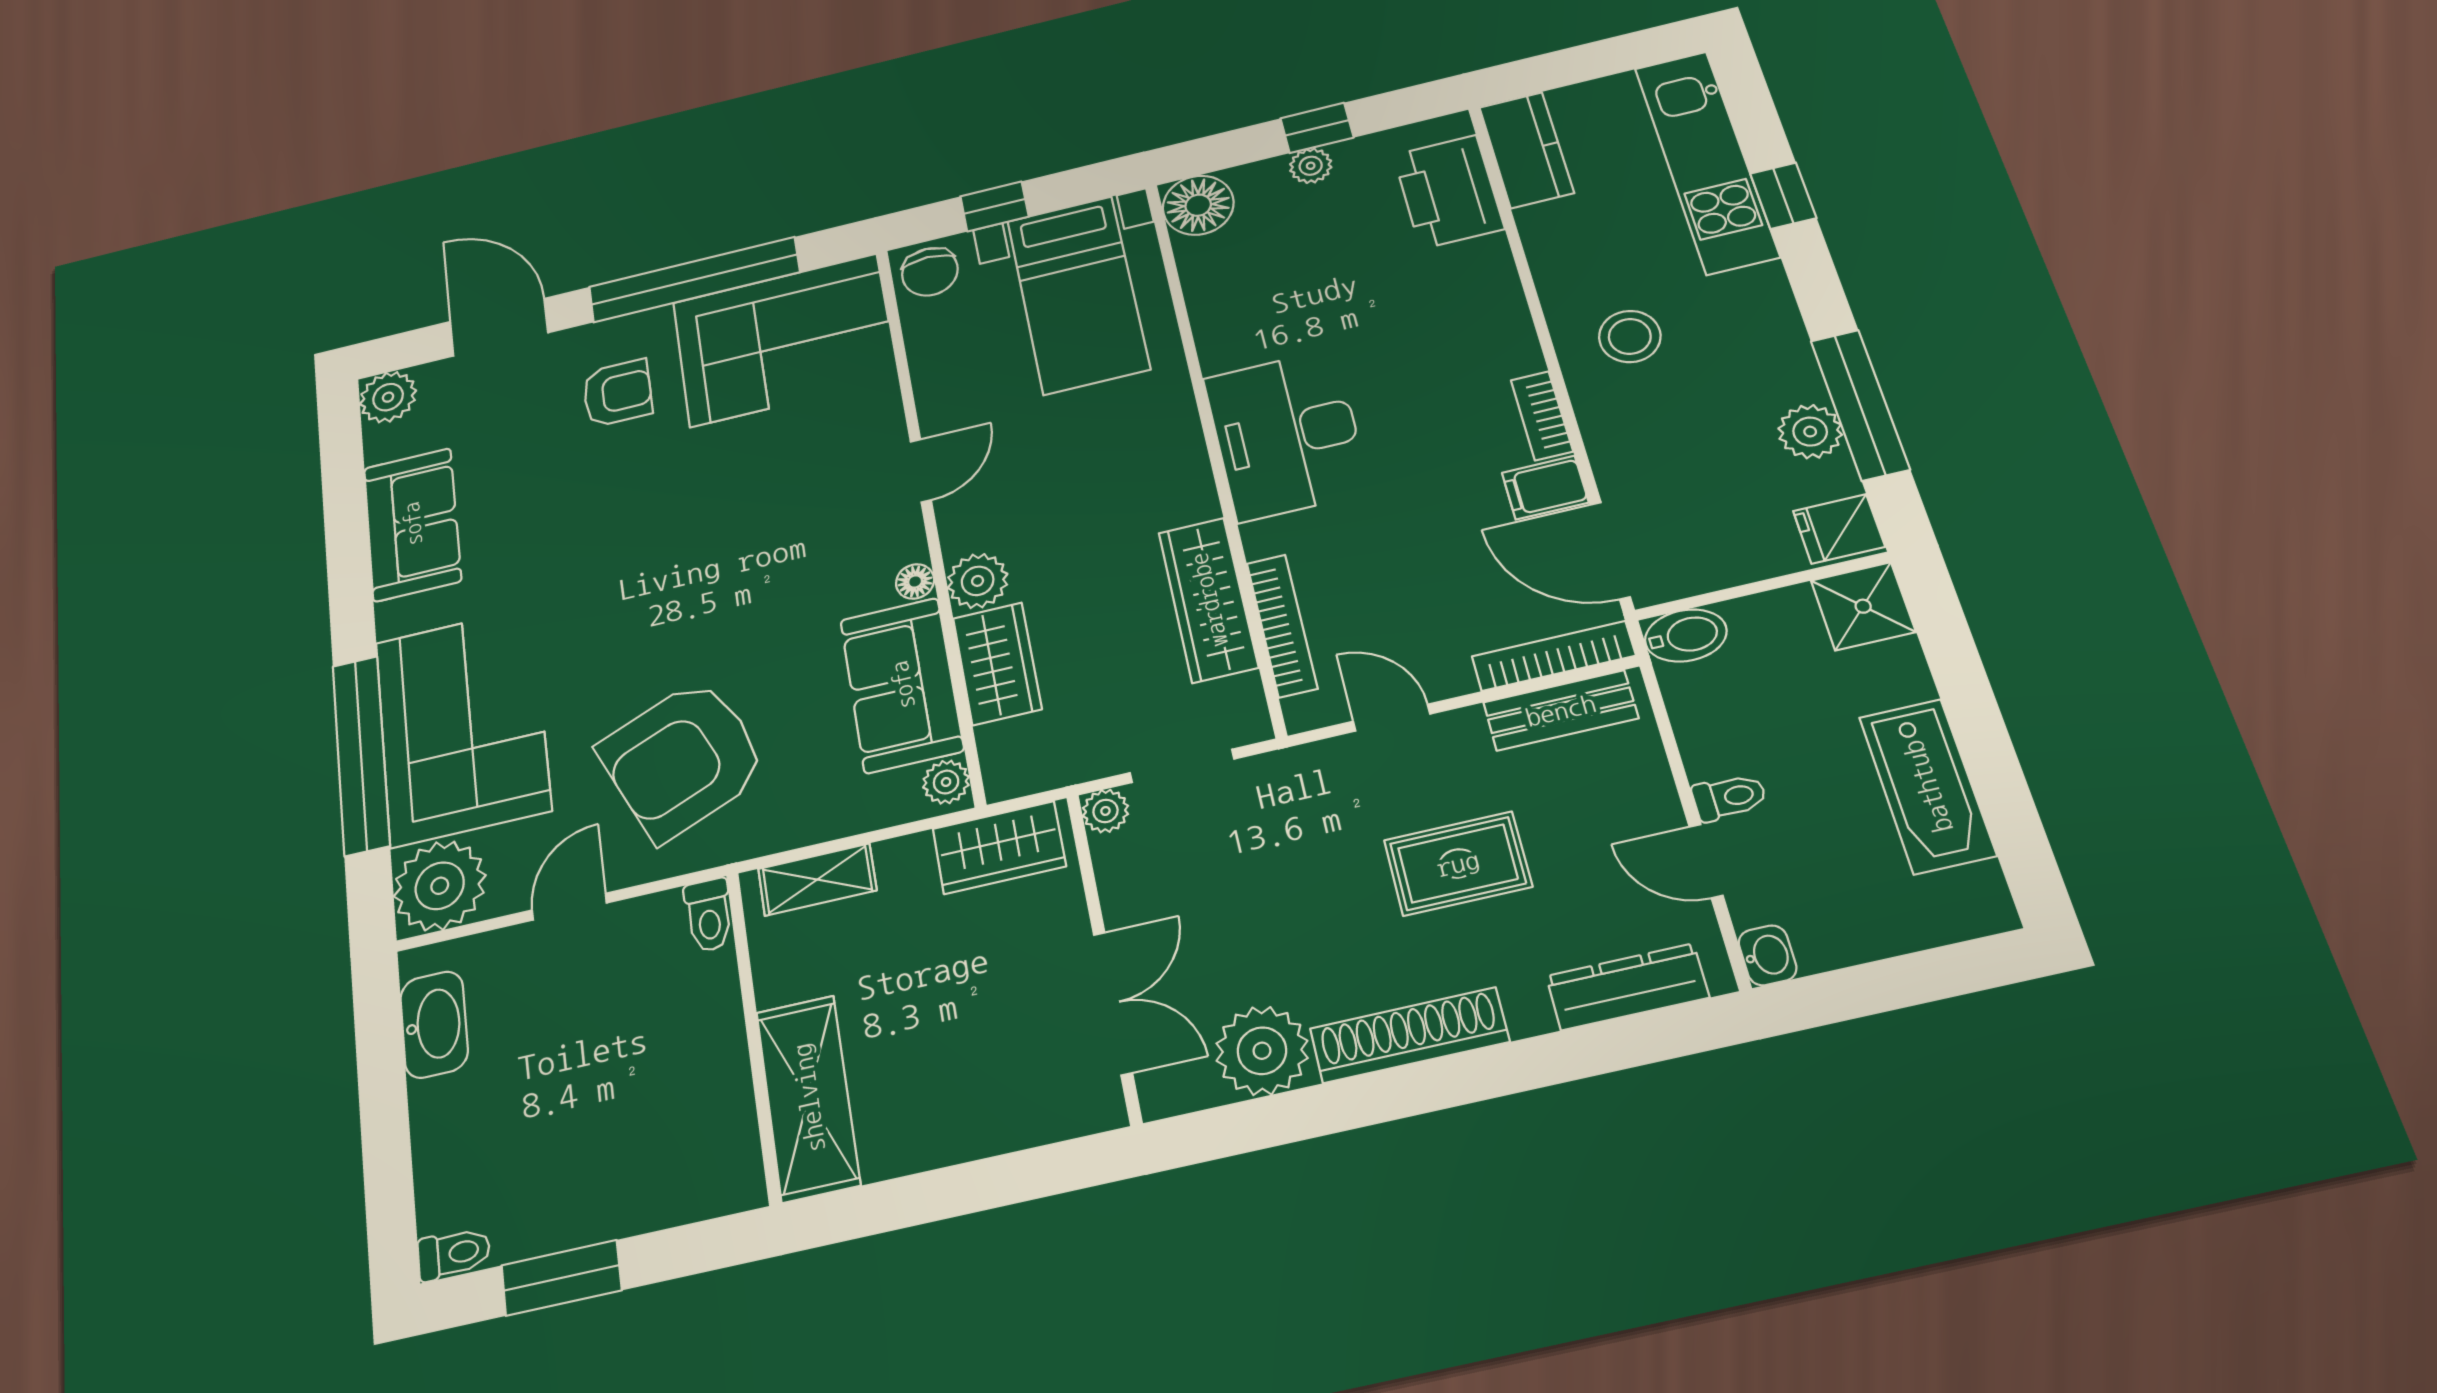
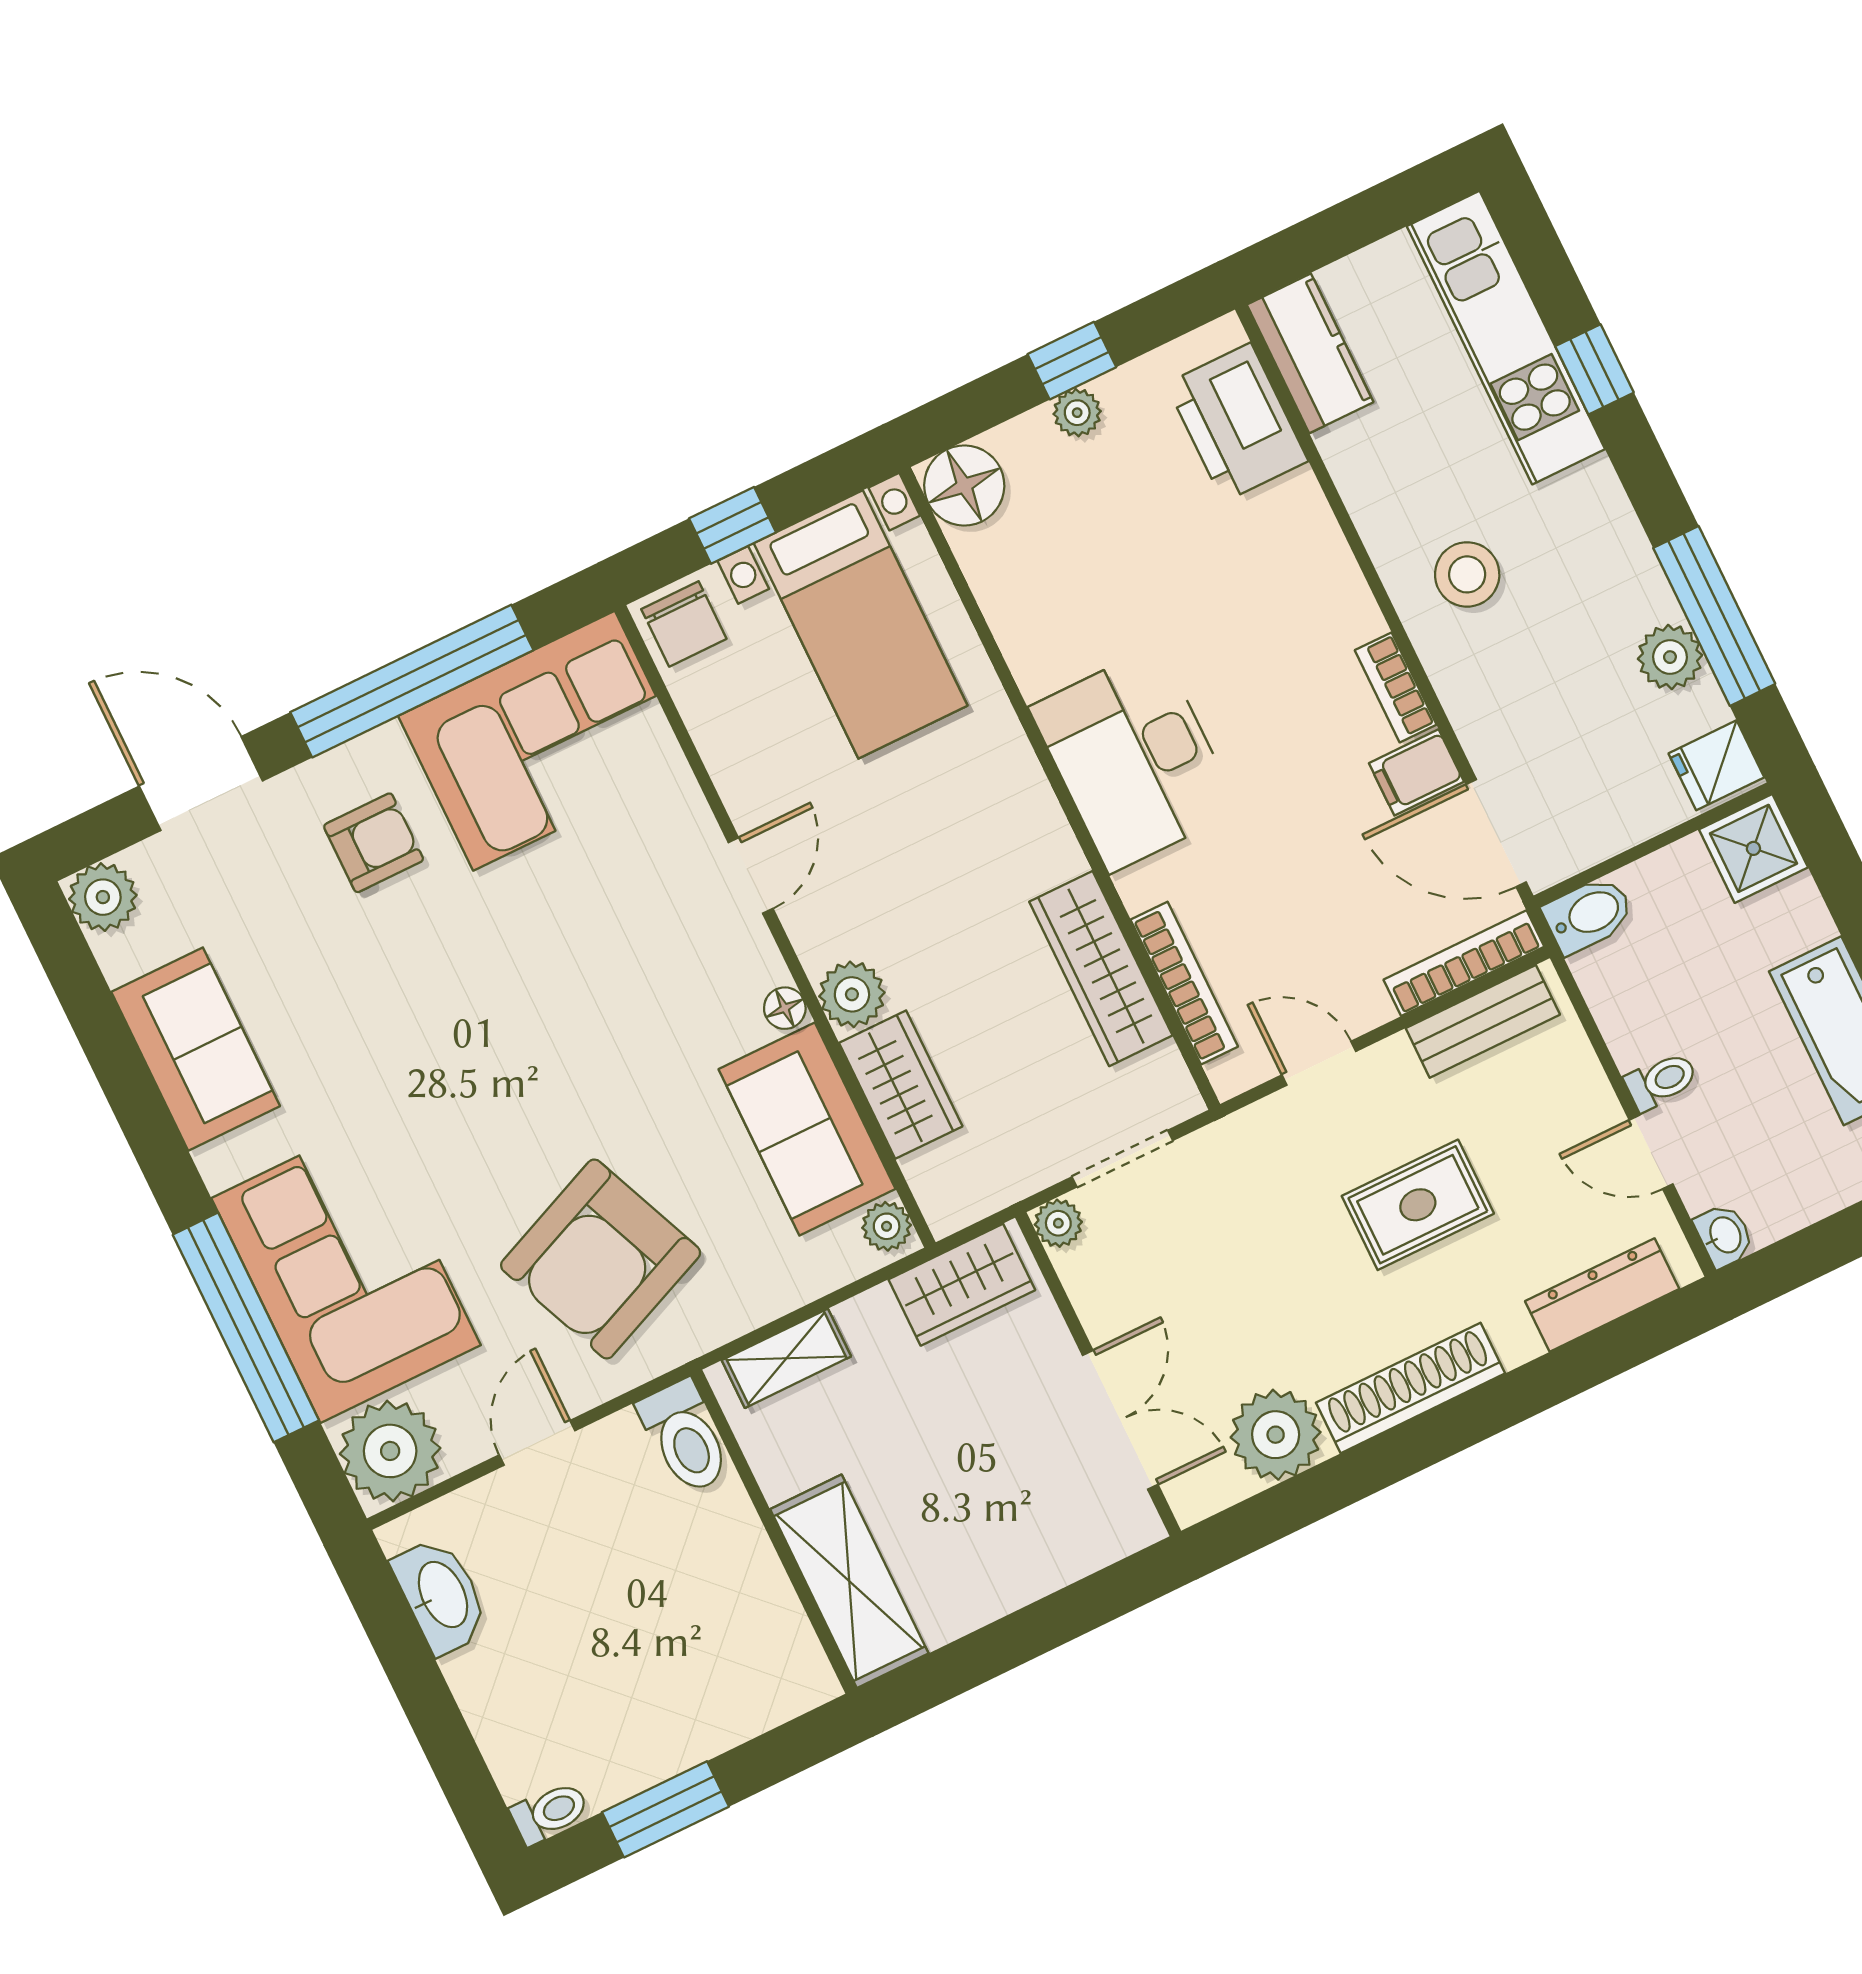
toilet: (709, 915) -> (685, 1437), width x1.37, depth x1.39

